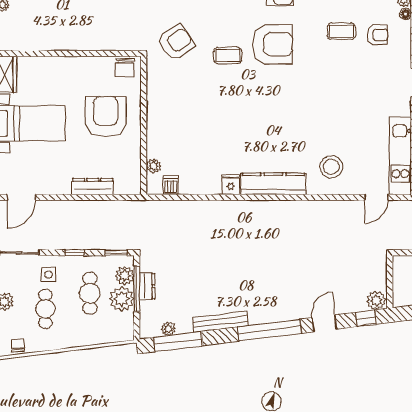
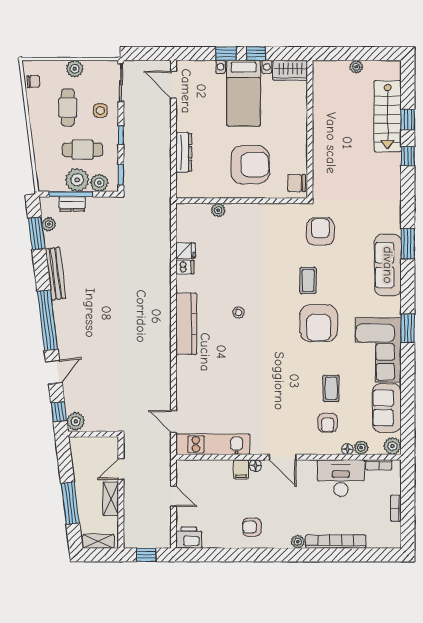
armchair: (176, 42) -> (320, 231), turned -145
plant: (154, 166) -> (218, 210), moved
stool: (331, 167) -> (239, 312), moved, width x0.53, depth x0.53
dishwasher: (171, 185) -> (185, 267), moved
fridge: (231, 185) -> (186, 251), moved
dresser: (147, 286) -> (72, 204), moved
window: (137, 289) -> (71, 194), moved
cafe table: (45, 309) -> (68, 108), turned 90
door: (324, 323) -> (54, 372), hinge flipped
window: (178, 342) -> (37, 233), width x0.69

